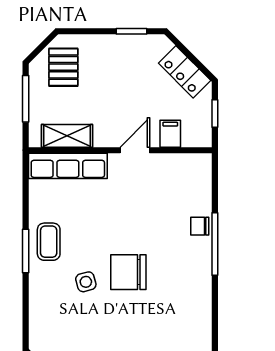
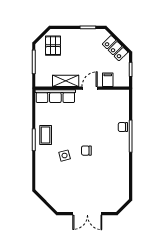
shelving: (67, 136) -> (66, 81), moved
chair: (128, 272) -> (86, 151), width x0.54, depth x0.54

